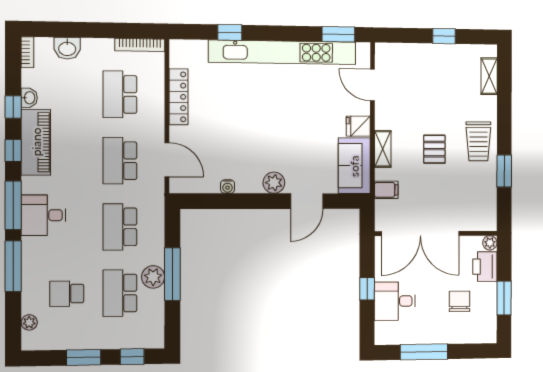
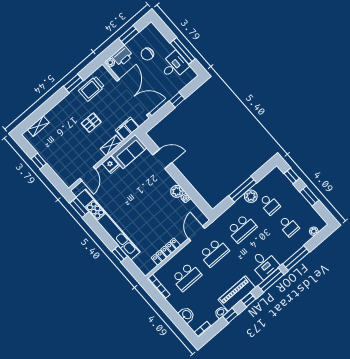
trolley: (478, 141) -> (91, 89), moved, turned 180
plant: (274, 183) -> (177, 191), moved
filing cabinet: (386, 190) -> (127, 129), width x2.00
school desk: (120, 293) -> (270, 204), width x0.54
desk: (395, 301) -> (174, 66), moved, turned -90

